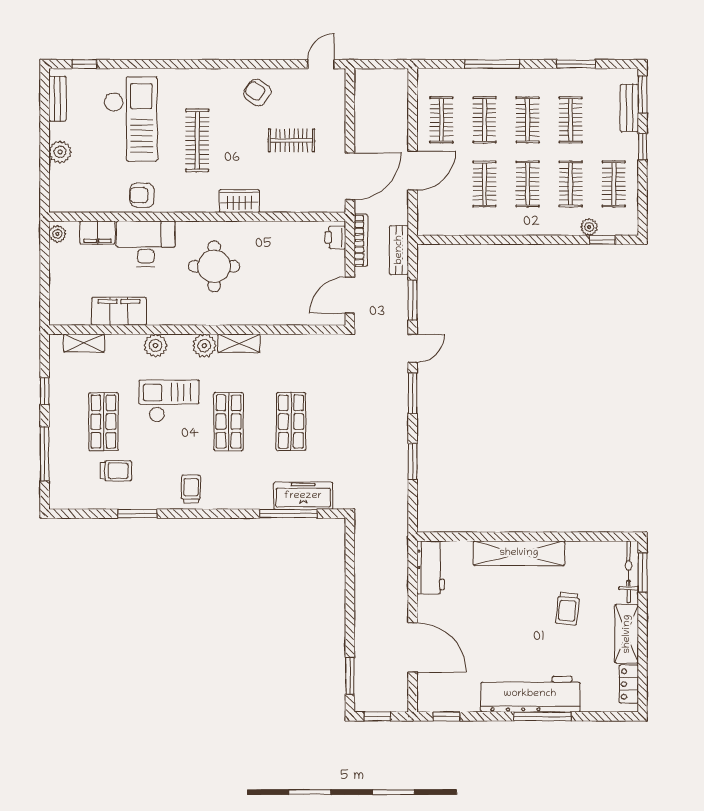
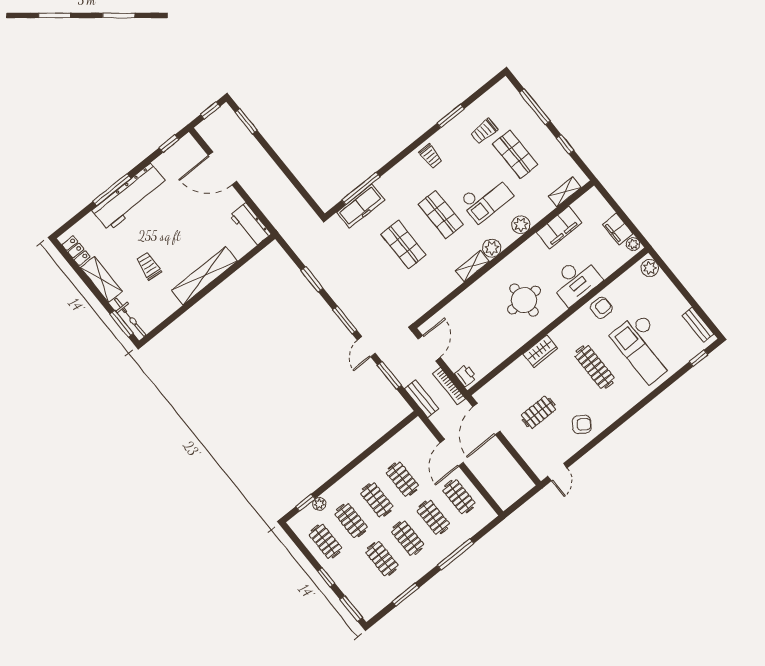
bench: (629, 108) -> (353, 594), removed
plant: (60, 152) -> (650, 268), moved
filing cabinet: (97, 233) -> (618, 229), moved, turned -90

